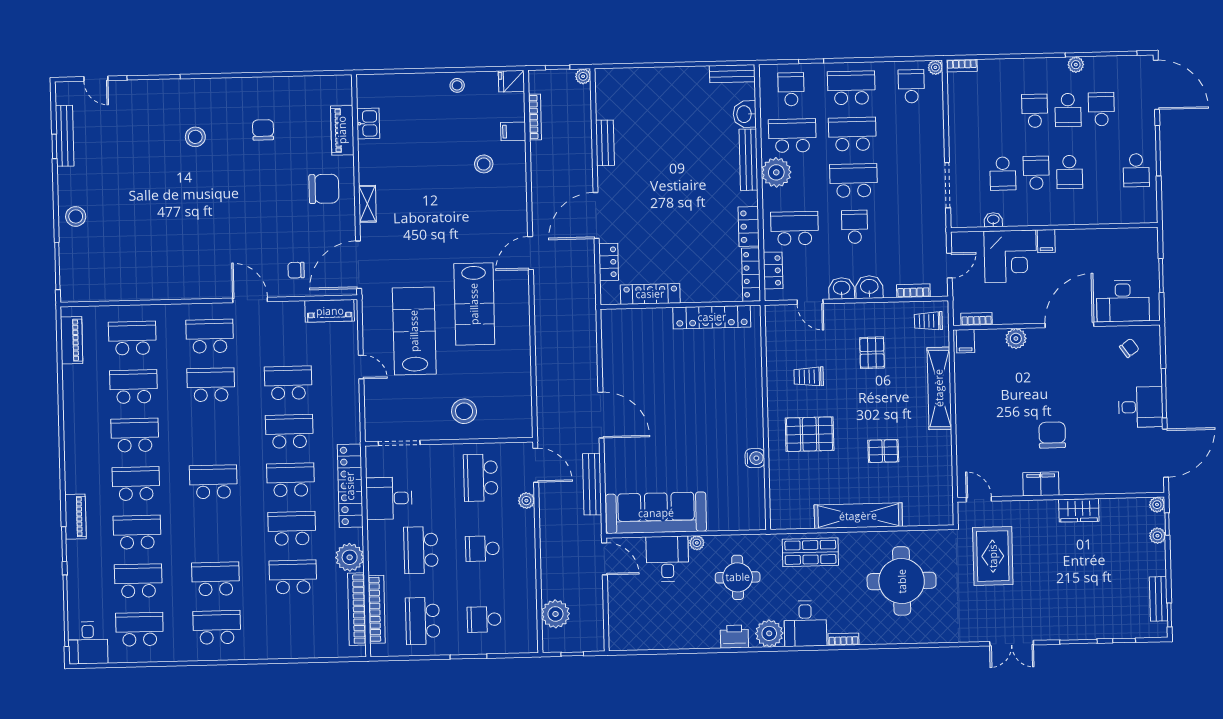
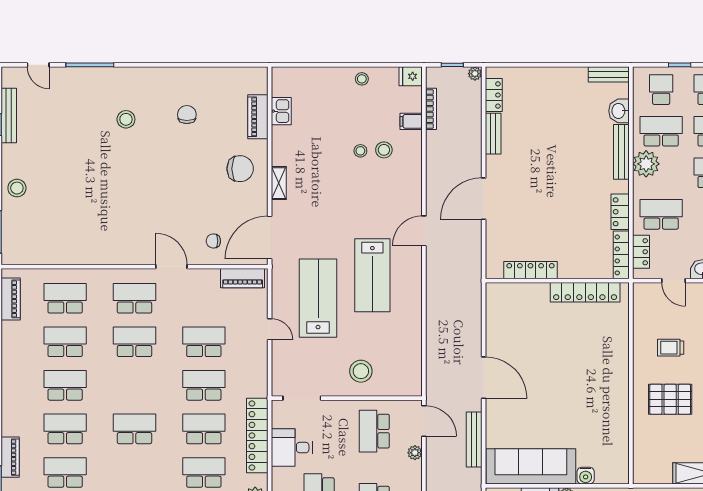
stool: (458, 166) -> (360, 151), added
locker: (609, 262) -> (494, 95), moved
water cooler: (755, 458) -> (586, 476), moved, turned 90

